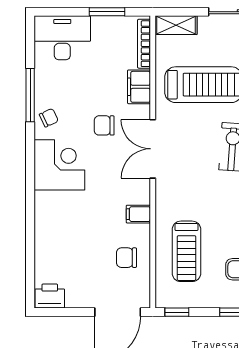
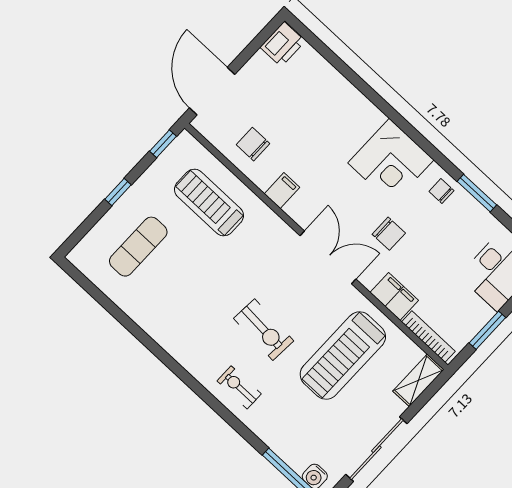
window: (30, 95) -> (477, 193), width x0.69
chair: (49, 118) -> (441, 191), turned 115
chair: (104, 125) -> (389, 234), turned 90
chair: (127, 258) -> (253, 144), turned -90

